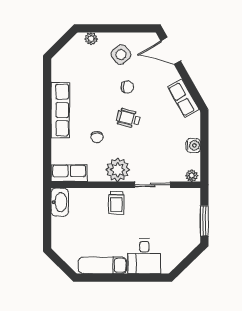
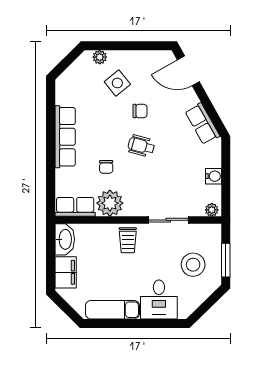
side table: (121, 55) -> (117, 83), moved
plant: (118, 170) -> (110, 203), moved
stool: (175, 225) -> (193, 265), added
filing cabinet: (60, 232) -> (66, 272), added

